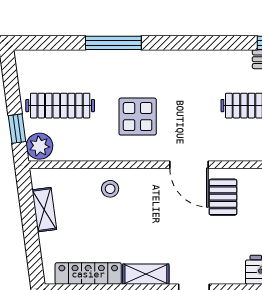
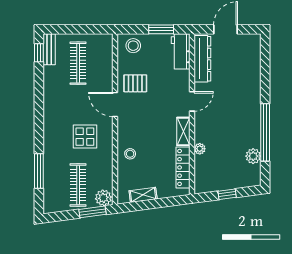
window: (113, 43) -> (39, 171), moved
window: (17, 129) -> (92, 212), width x1.50
door: (189, 165) -> (115, 104), swing flipped

